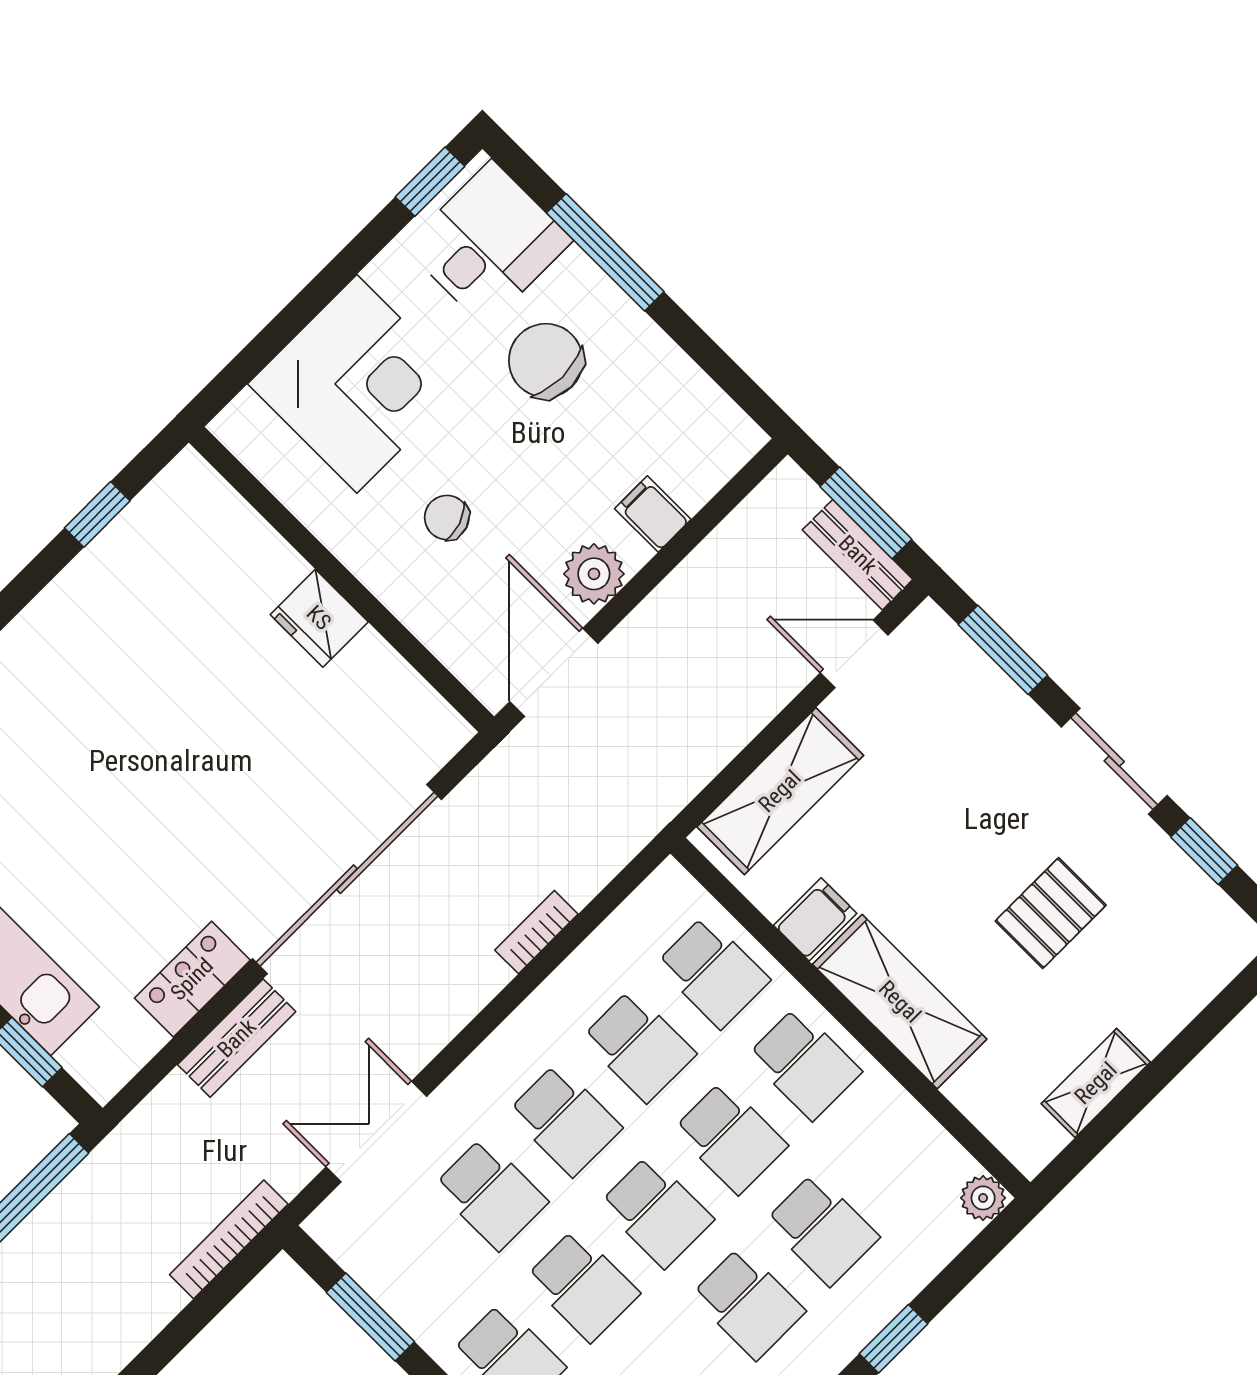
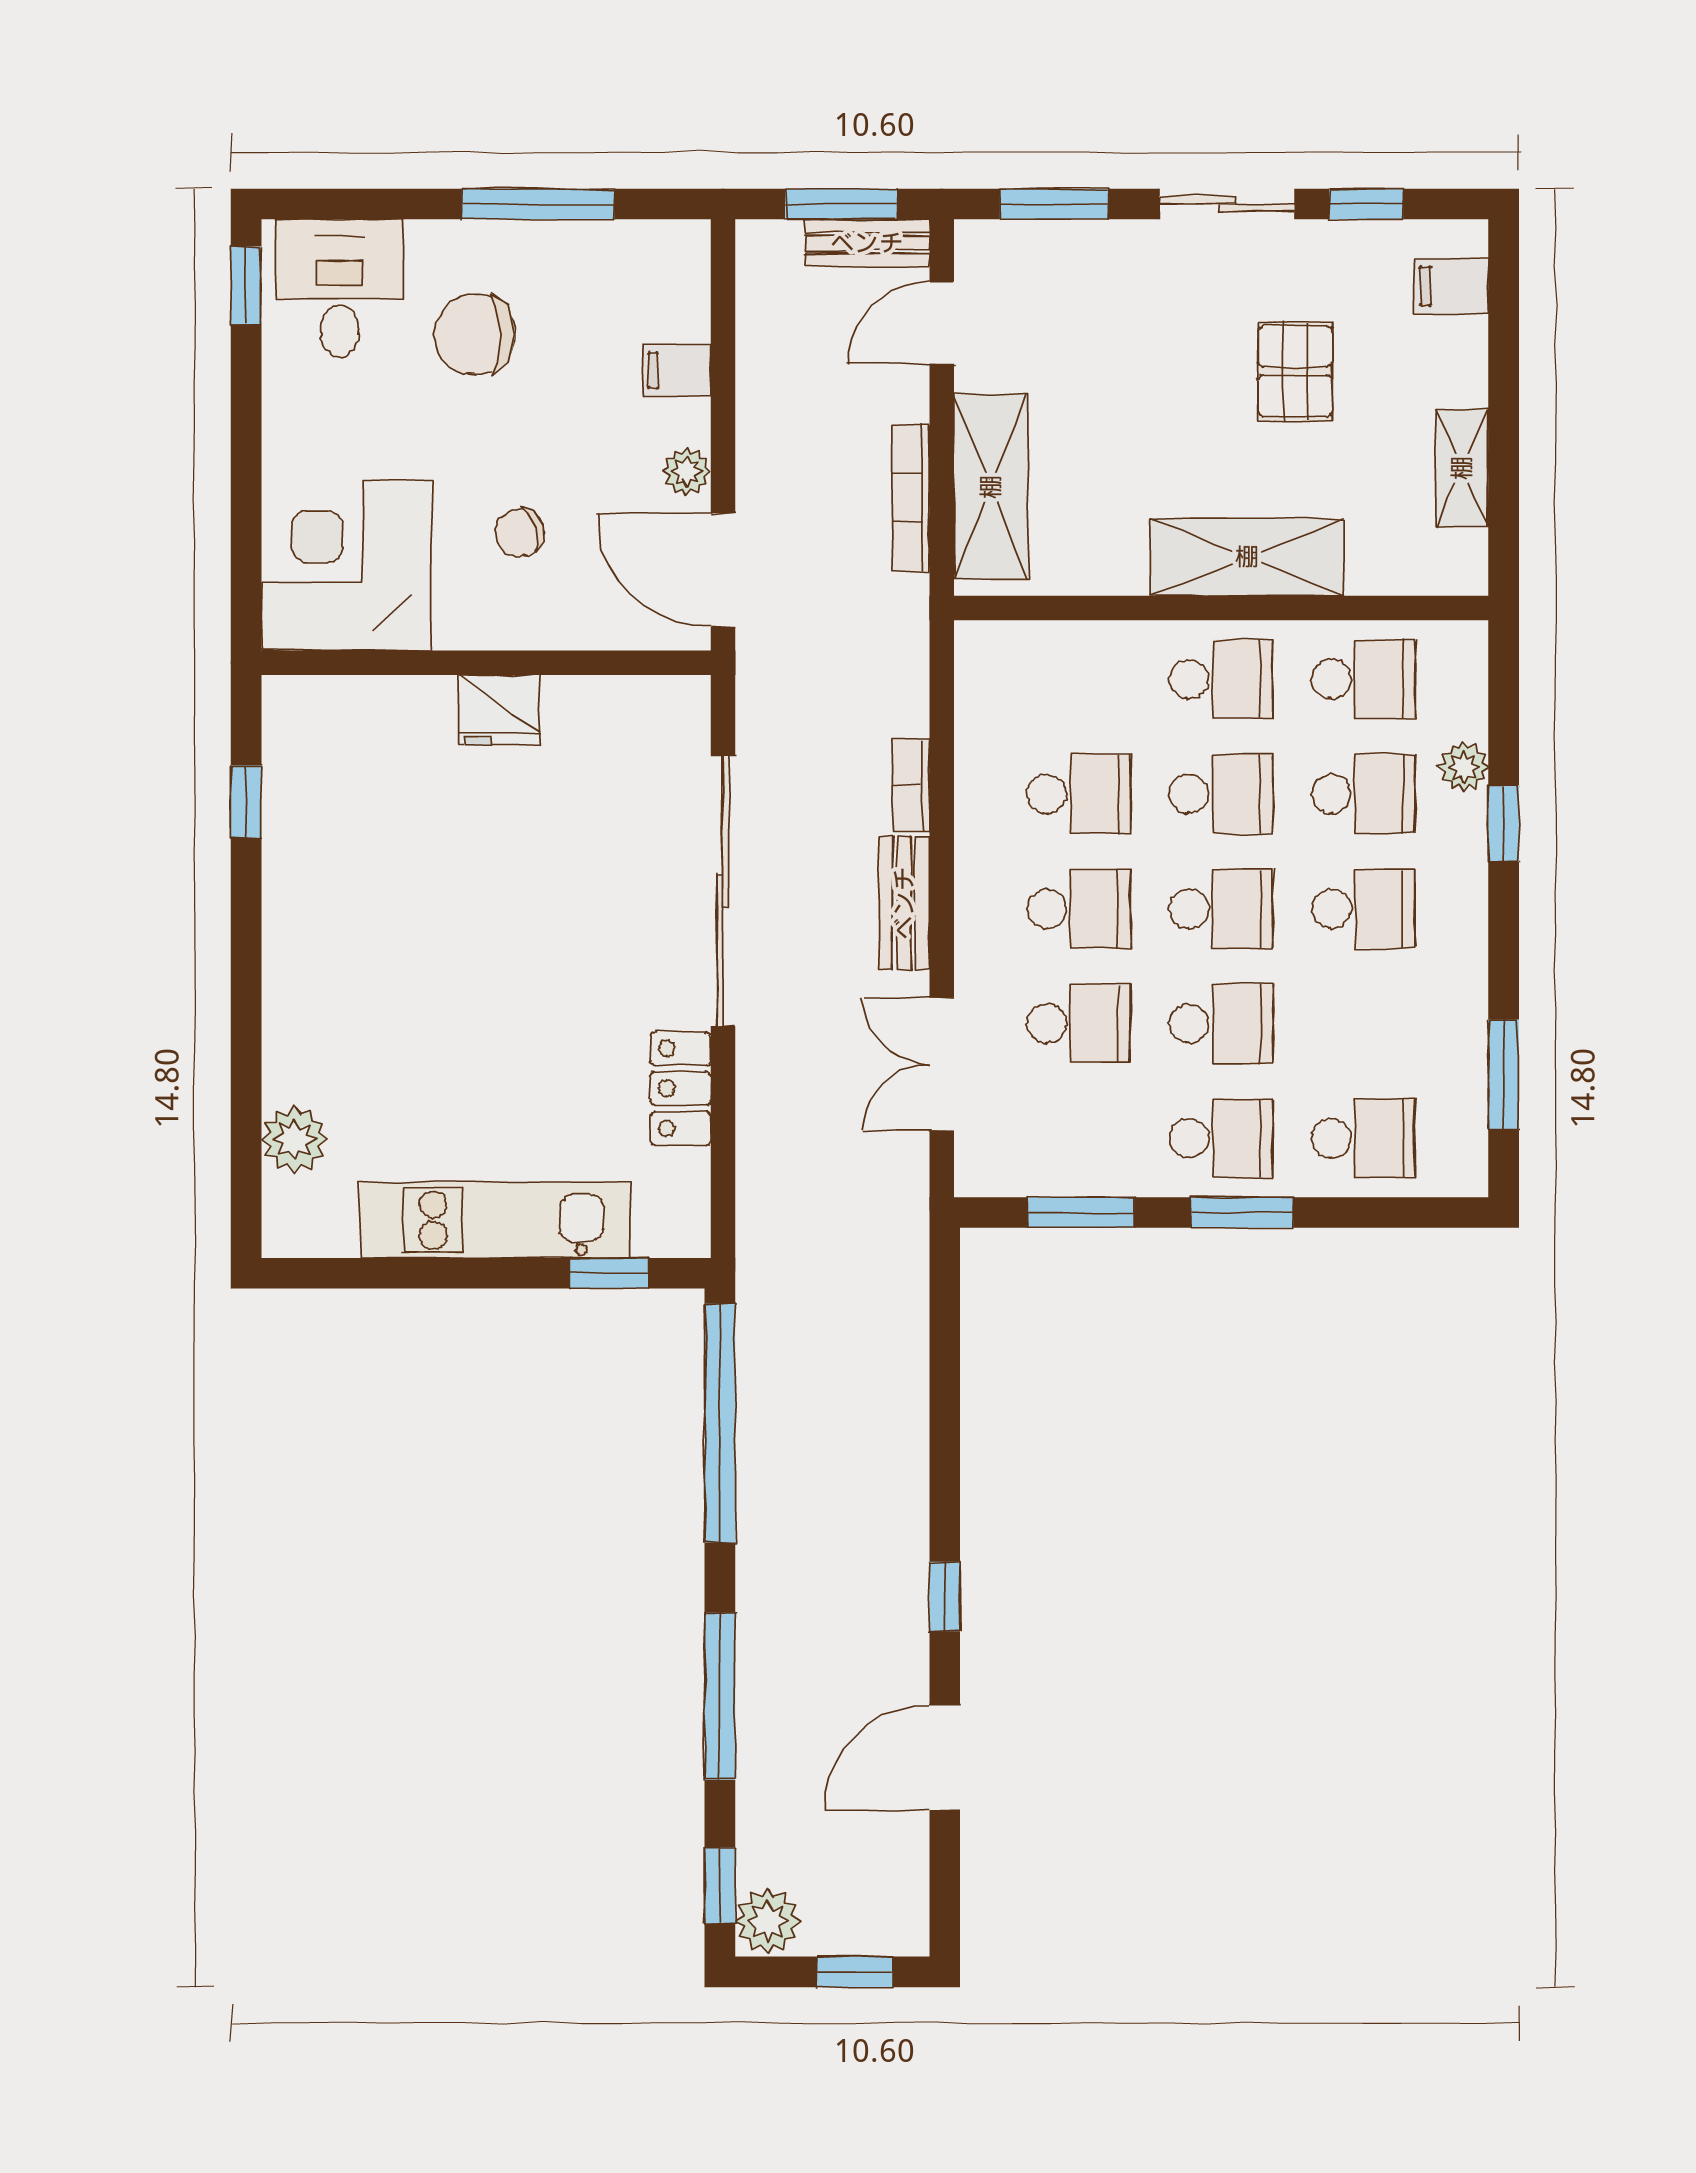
window: (605, 252) -> (538, 204), moved
corner desk: (357, 384) -> (346, 566), moved, turned -90
plant: (594, 574) -> (687, 472), width x0.73, depth x0.73
filing cabinet: (815, 919) -> (1451, 286), moved, turned -90
school desk: (713, 972) -> (1363, 679), moved
bench: (237, 1038) -> (904, 903), moved
plant: (983, 1198) -> (1464, 767), moved
bookcase: (229, 1239) -> (911, 498), moved

